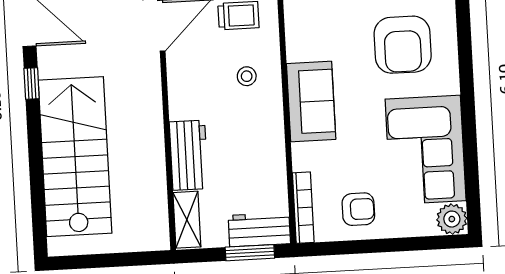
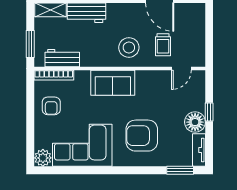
stool: (247, 76) -> (129, 47), width x1.89, depth x1.89
workbench: (259, 230) -> (62, 58), moved, turned -90

